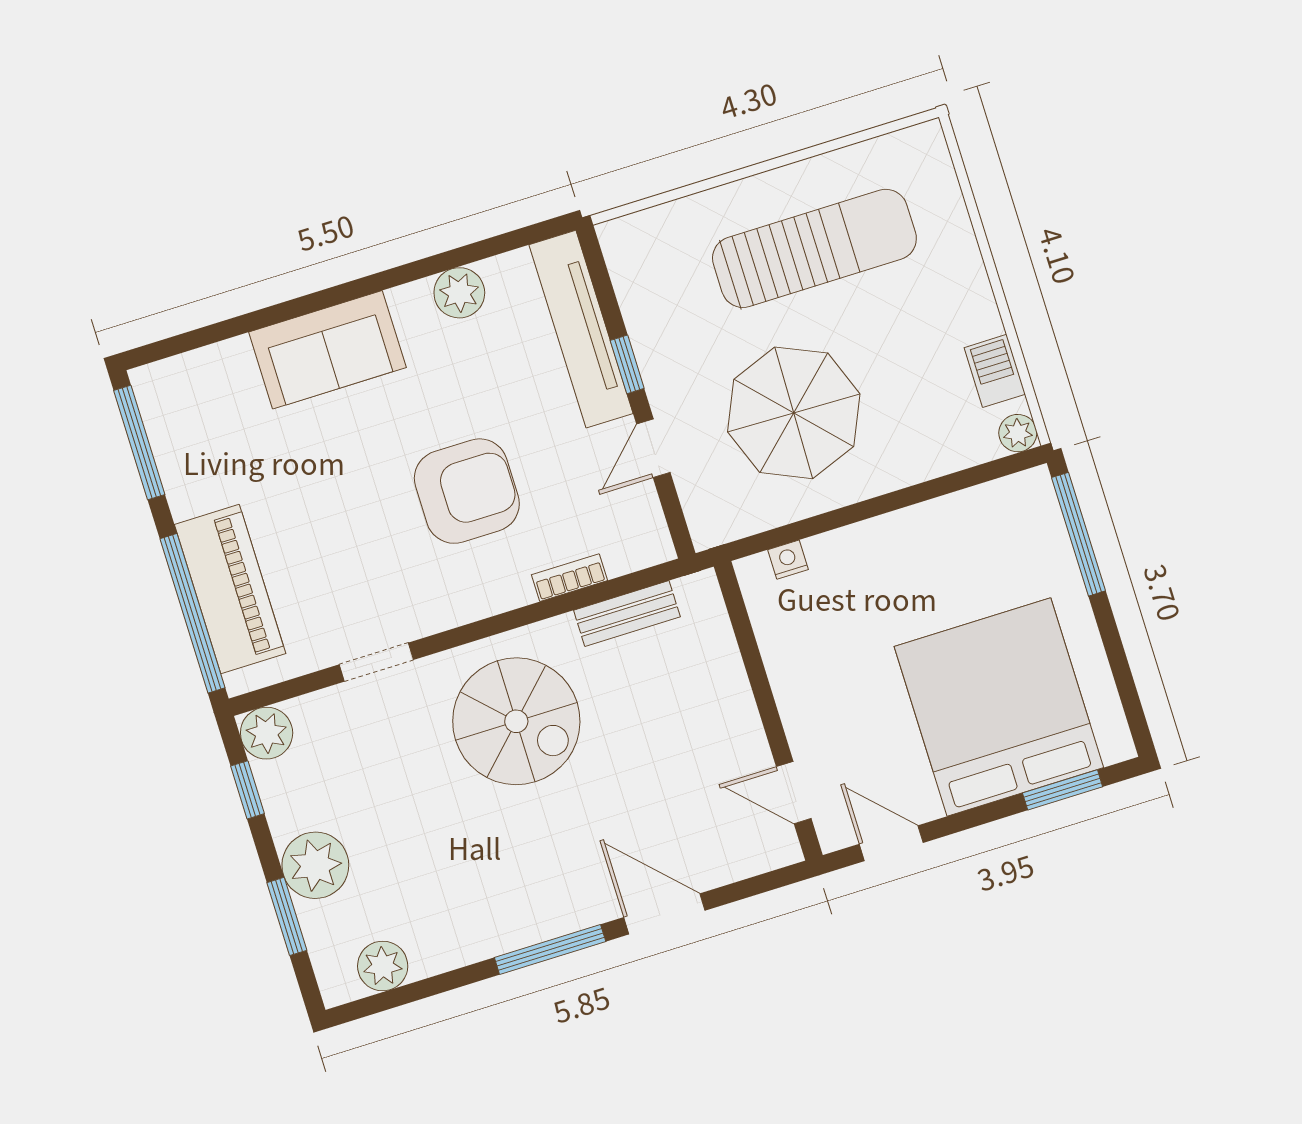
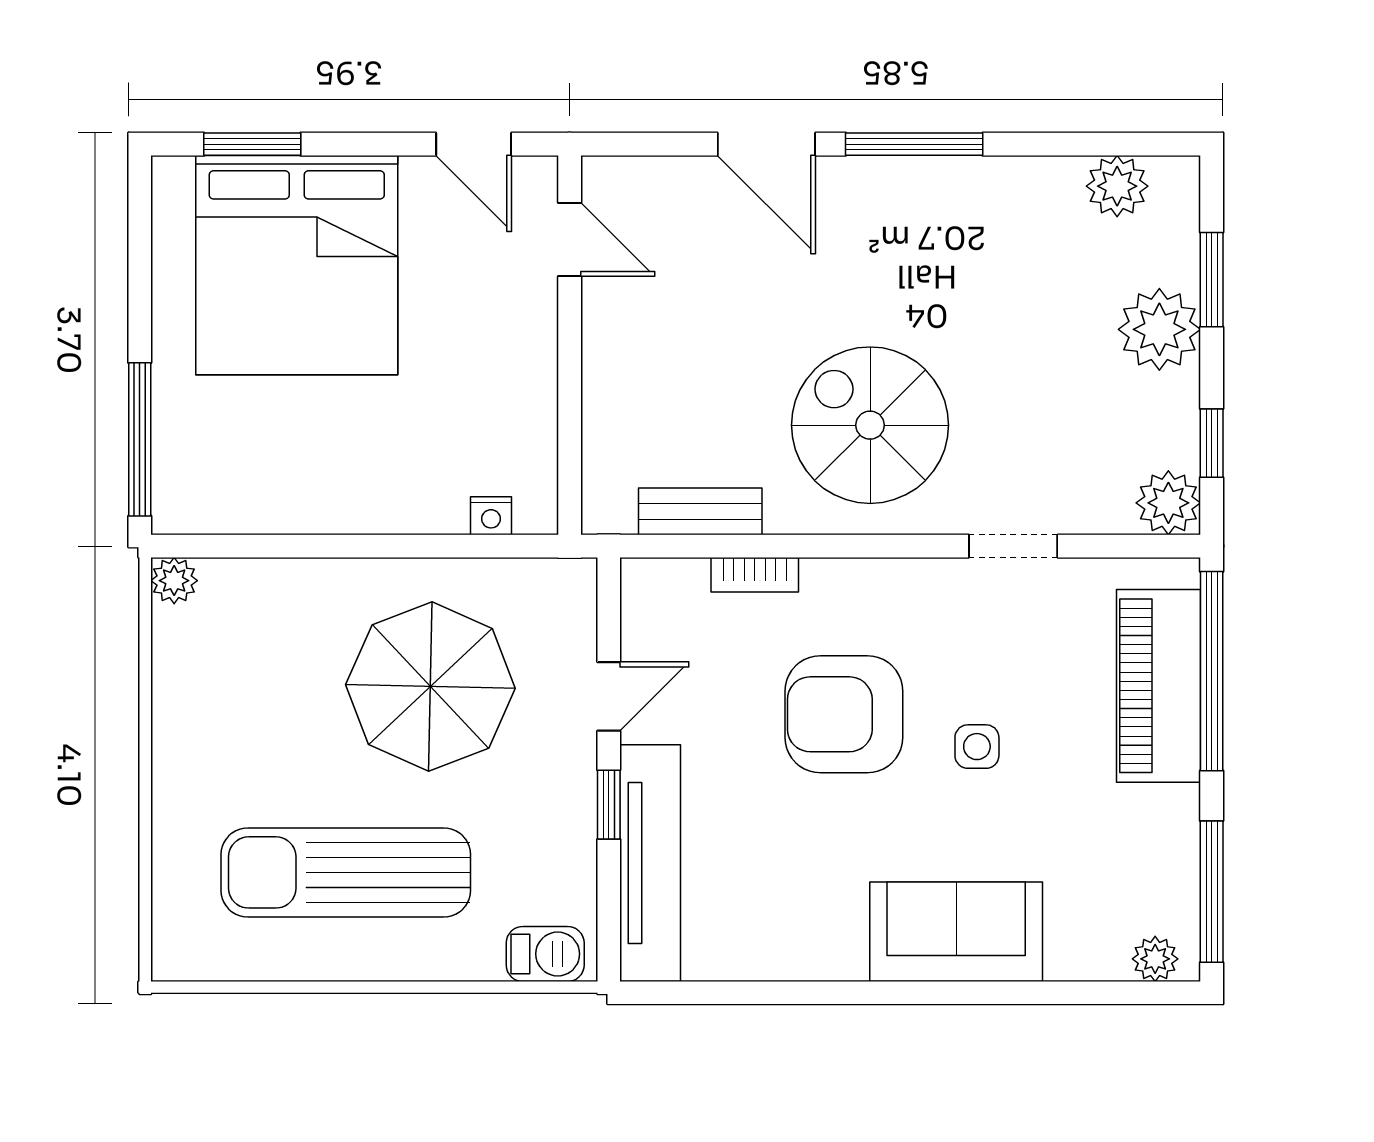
plant: (459, 293) -> (1155, 959), moved, width x0.73, depth x0.73
barbecue: (995, 371) -> (545, 954), moved, turned -90
side table: (356, 498) -> (977, 747), added

